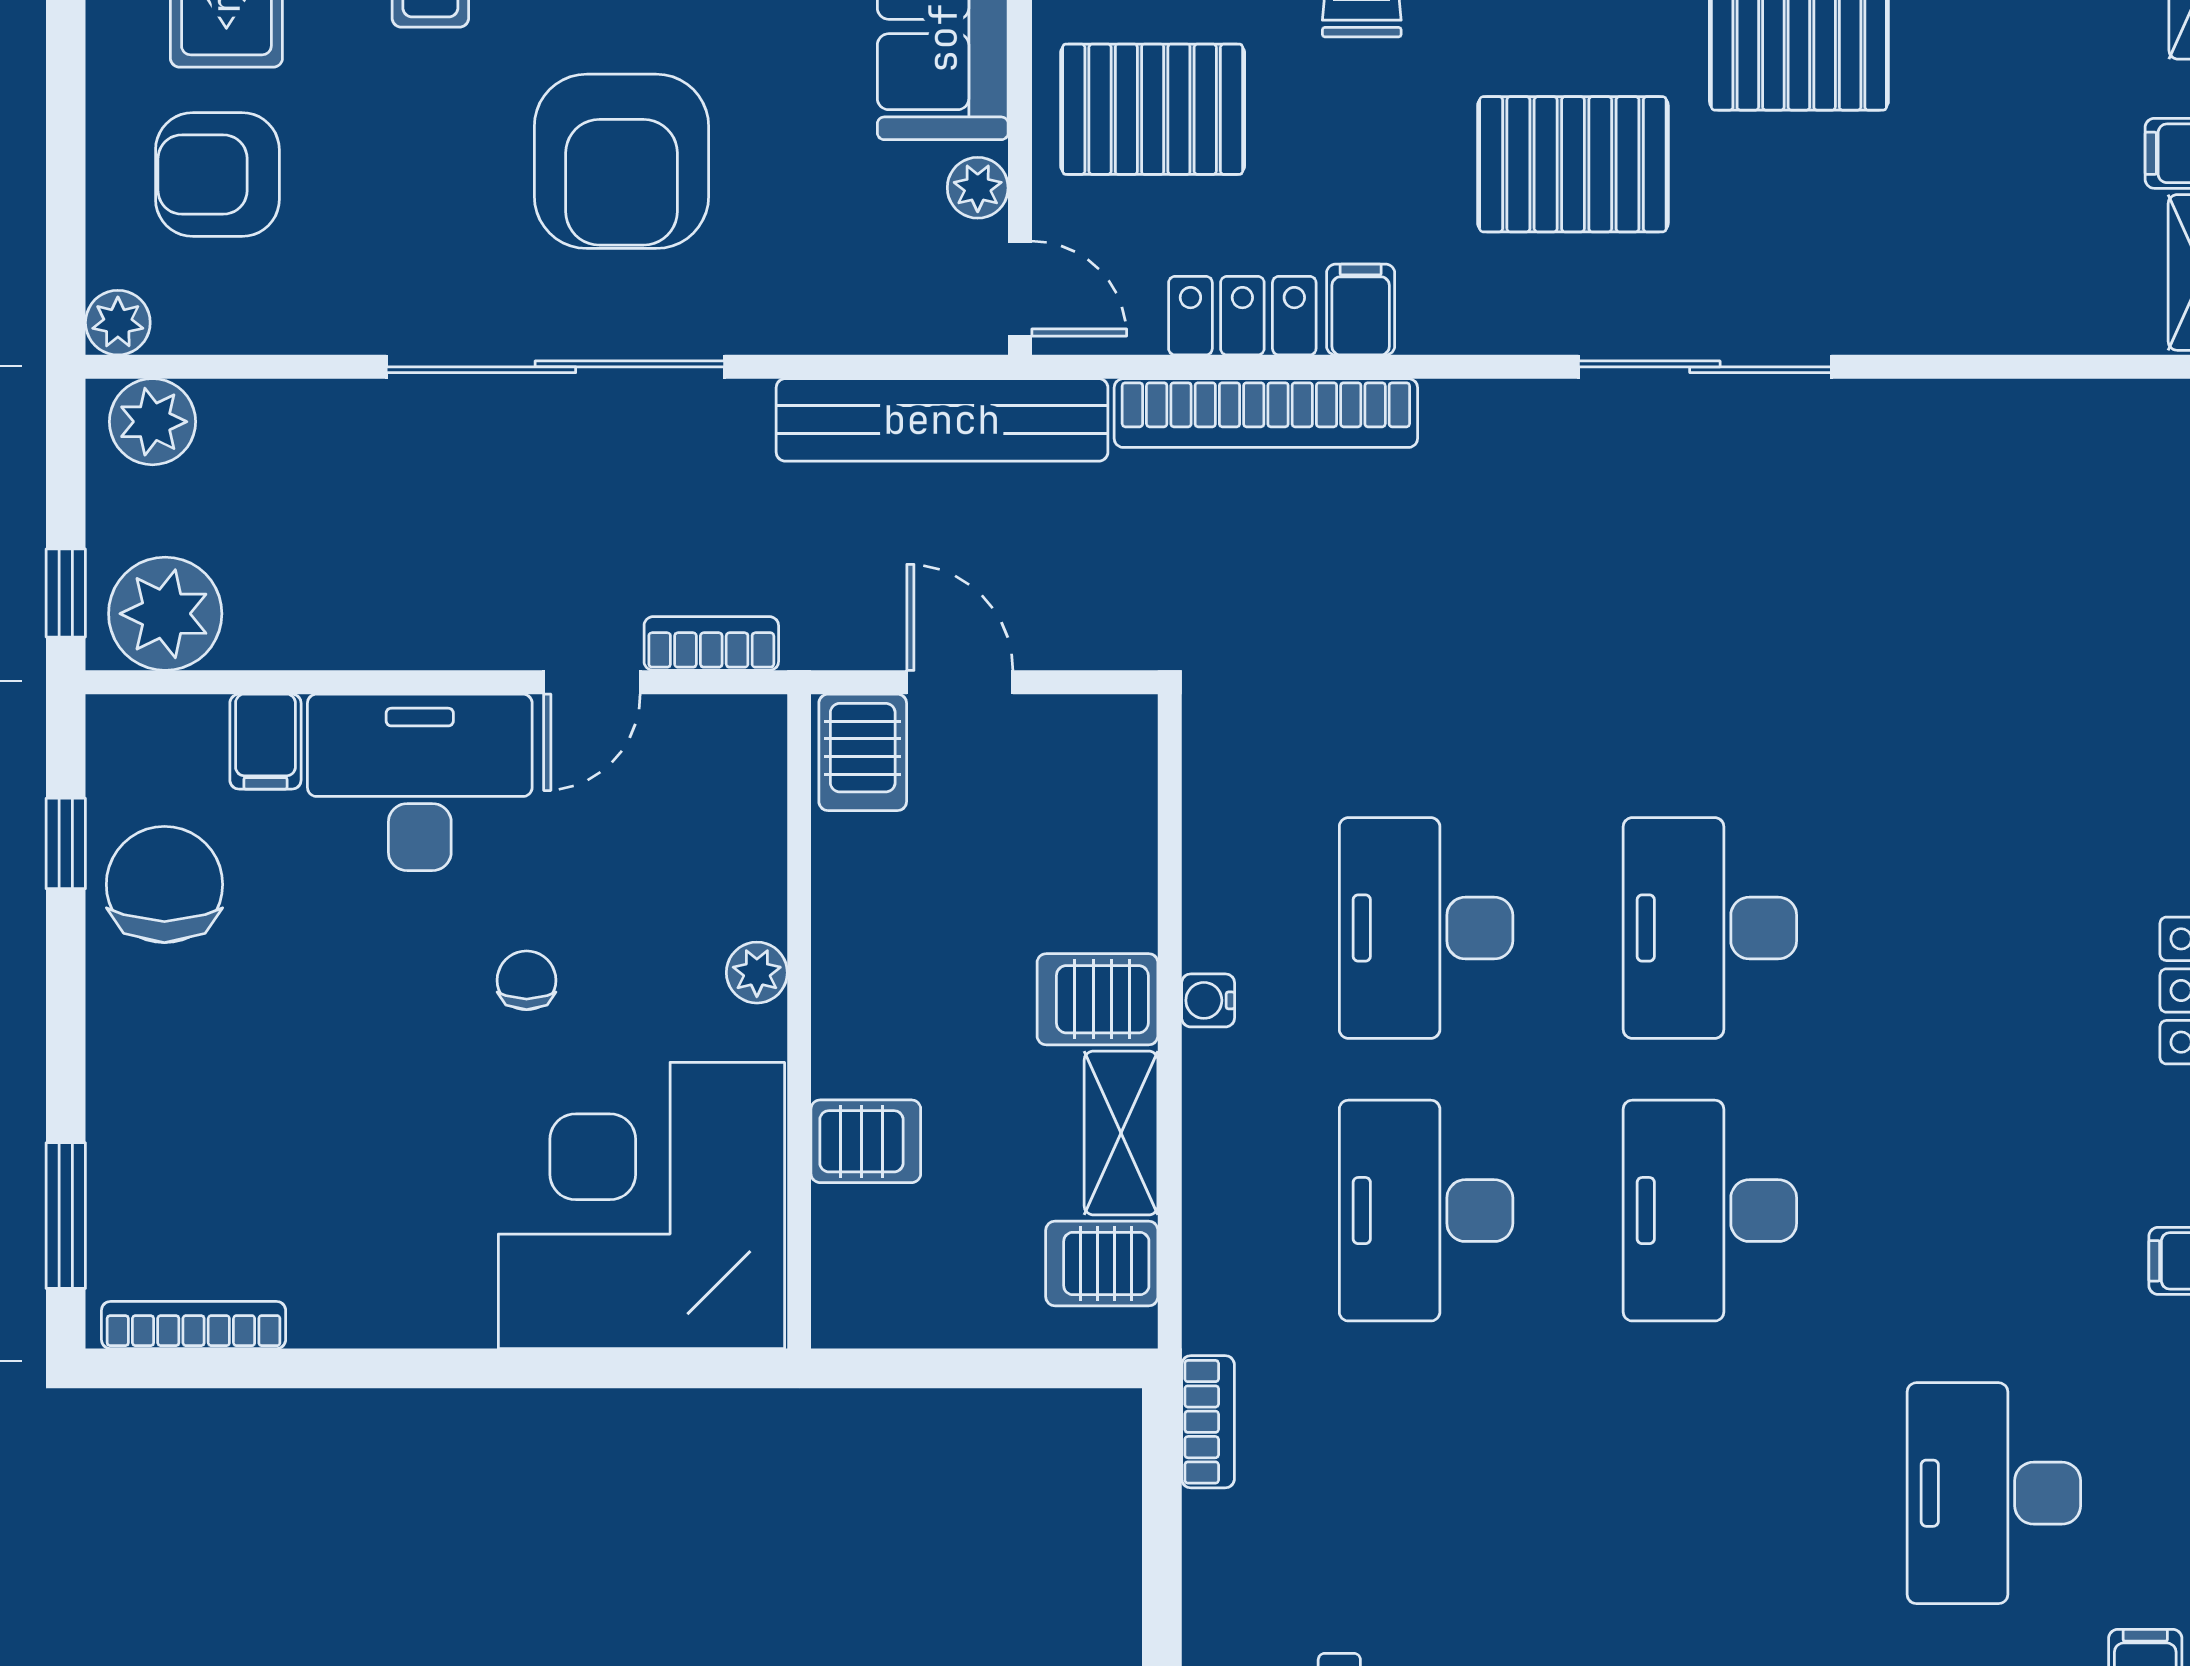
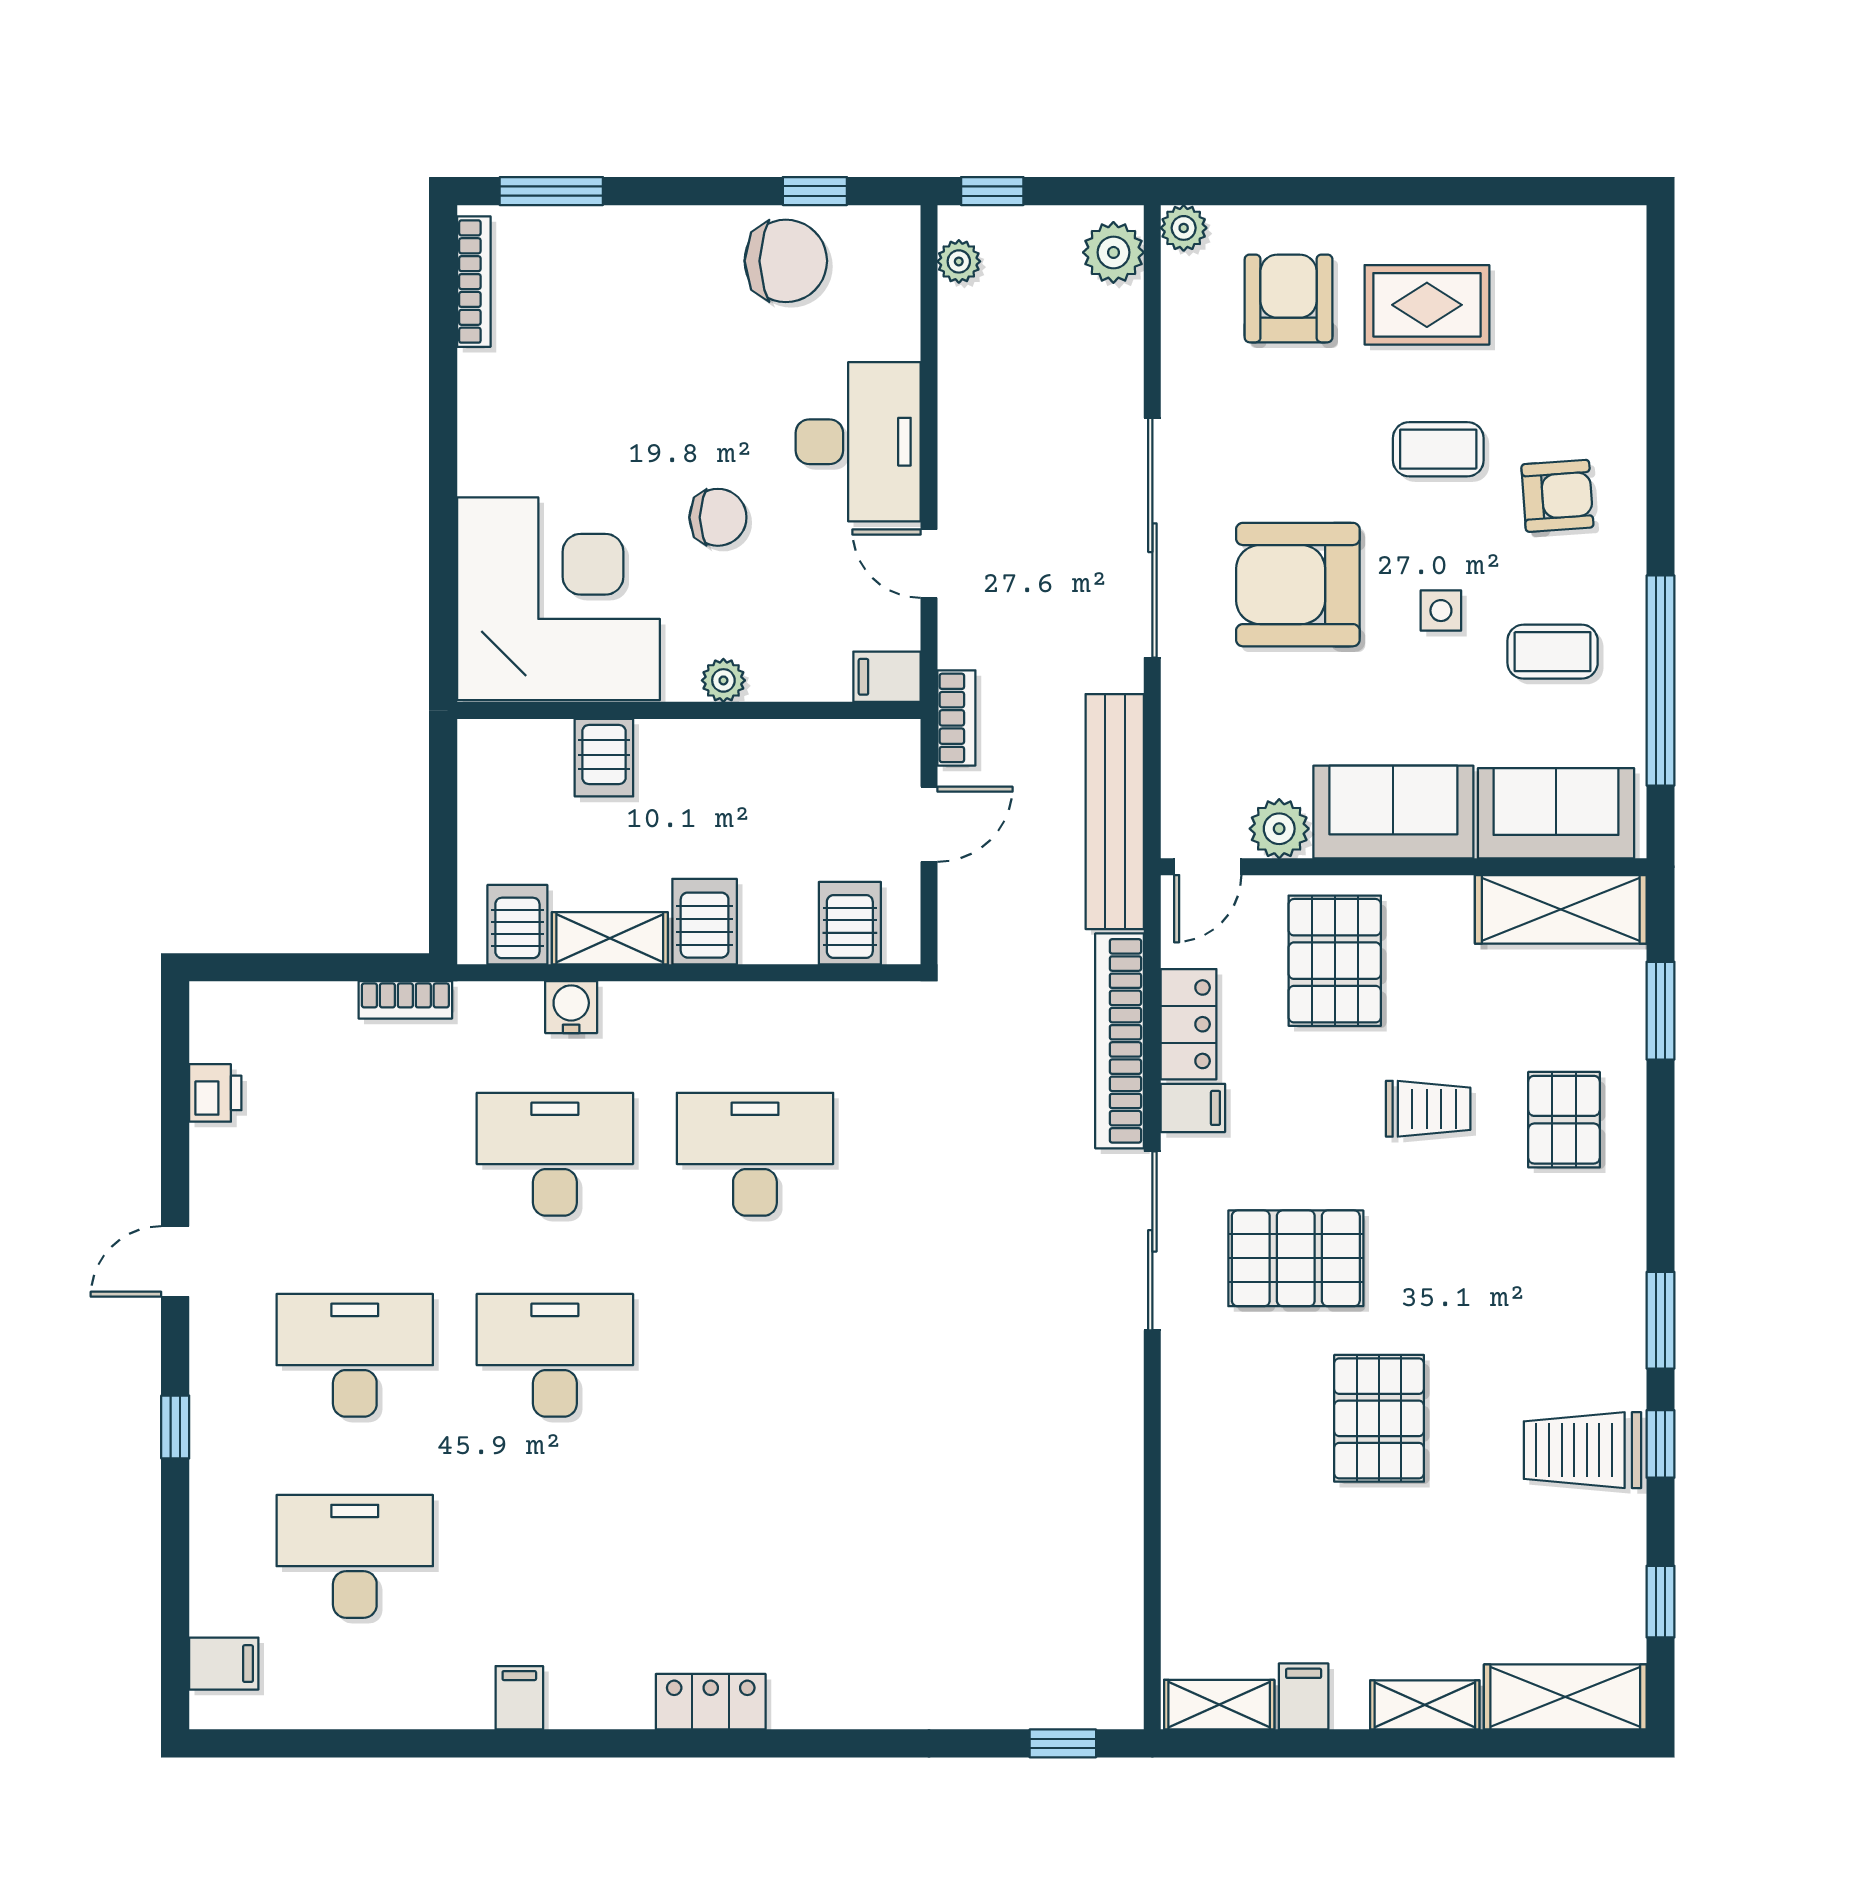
pallet: (1573, 164) -> (1296, 1258), turned 90
plant: (978, 188) -> (1279, 829), width x1.38, depth x1.38
sliding door: (1705, 367) -> (1152, 1241), moved
plant: (165, 614) -> (959, 261), width x0.53, depth x0.53
bookcase: (711, 644) -> (956, 718), moved
filing cabinet: (265, 742) -> (887, 677), moved
server rack: (863, 752) -> (850, 923), moved, turned 90
desk: (1710, 928) -> (355, 1355), moved
chair: (527, 980) -> (718, 517), width x1.37, depth x1.37
water cooler: (1208, 1000) -> (571, 1007), moved, width x1.38, depth x1.38

